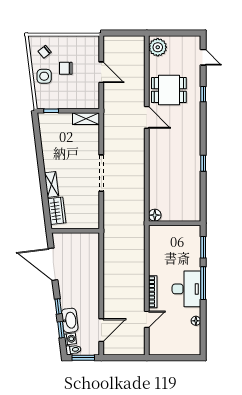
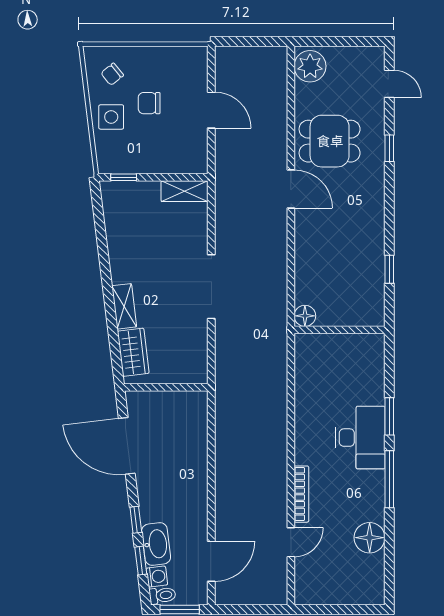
floor lamp: (155, 215) -> (305, 316), moved
wall: (175, 223) -> (340, 330), moved
desk: (186, 289) -> (360, 438), moved
floor lamp: (196, 321) -> (370, 538), width x1.89, depth x1.89

